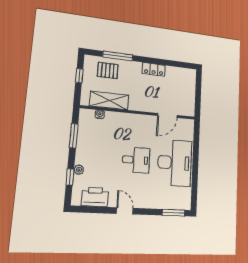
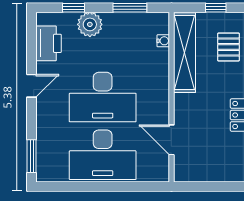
shelving: (109, 101) -> (185, 53), width x1.47
desk: (136, 160) -> (103, 97), width x1.87, depth x1.30
plant: (79, 170) -> (90, 24), width x1.88, depth x1.88

